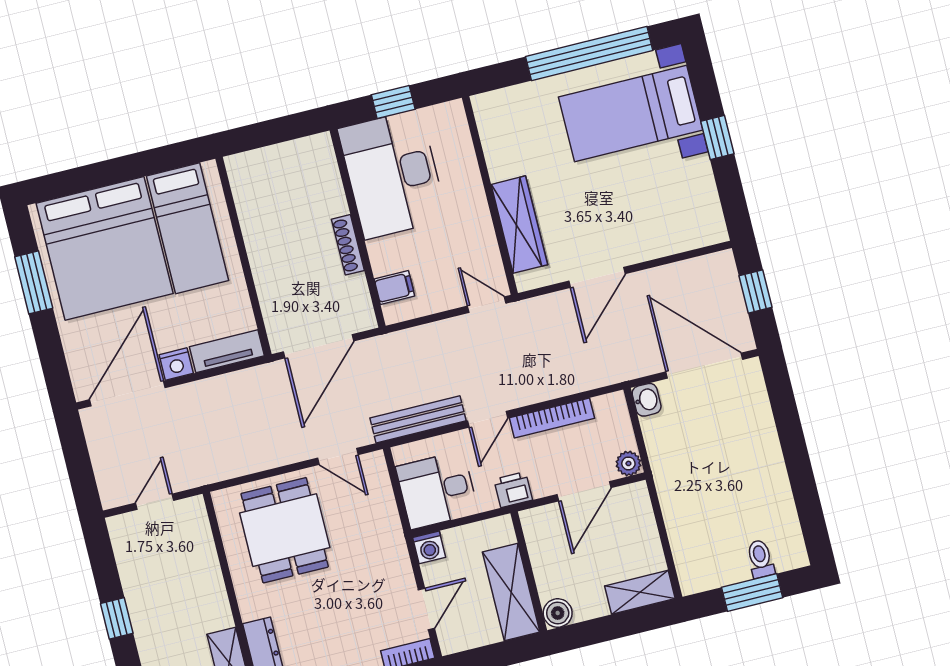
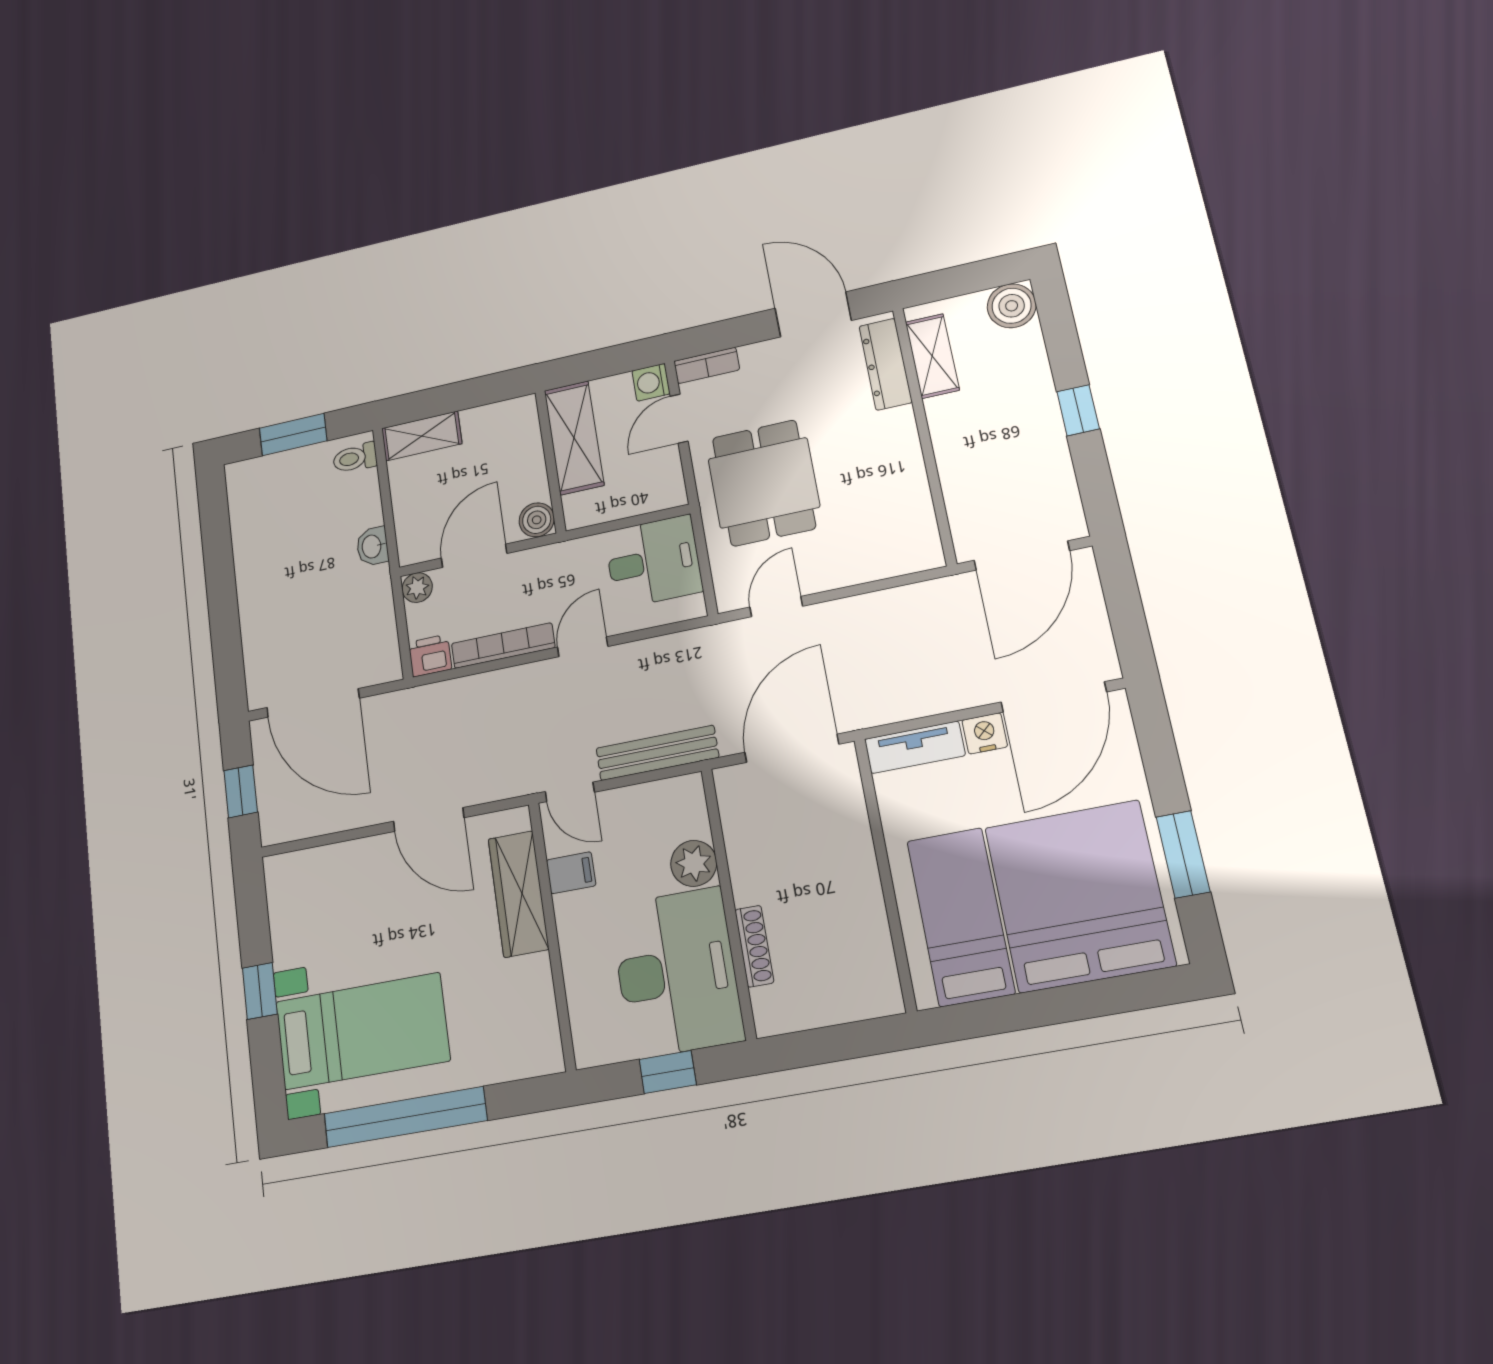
shoe rack: (348, 245) -> (754, 946), moved
plant: (386, 255) -> (694, 863), added
door: (597, 277) -> (429, 820), swing flipped
filing cabinet: (394, 288) -> (571, 873), moved, turned 180
washbasin: (647, 400) -> (372, 546), moved
bench: (418, 419) -> (657, 753), moved
door: (338, 456) -> (776, 607), hinge flipped
printer: (513, 490) -> (430, 656), moved, turned 180
door: (155, 502) -> (1022, 556), width x1.88
dining table: (285, 530) -> (764, 483), moved
washing machine: (429, 547) -> (651, 382), moved, turned -90
toilet: (760, 559) -> (355, 458), moved, turned 90
boiler: (558, 613) -> (537, 520), moved

